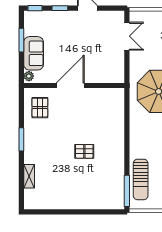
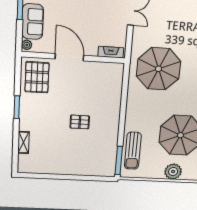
fireplace: (110, 78) -> (111, 52), added
door: (70, 86) -> (69, 57), hinge flipped
pallet: (40, 108) -> (37, 77), width x1.50, depth x1.42

